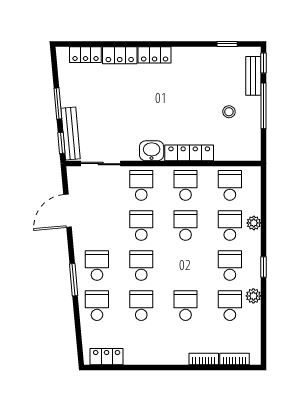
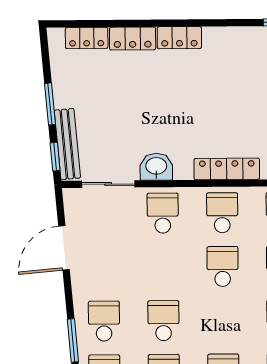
washbasin: (152, 151) -> (156, 167), moved
school desk: (141, 225) -> (163, 267), removed

